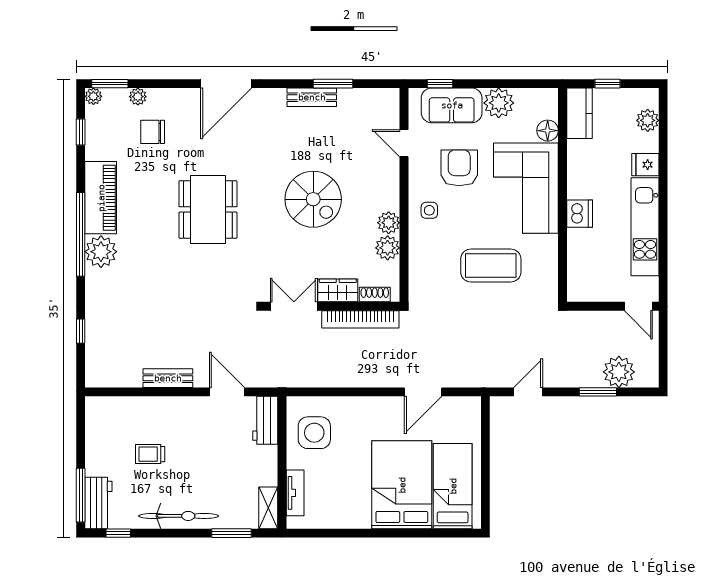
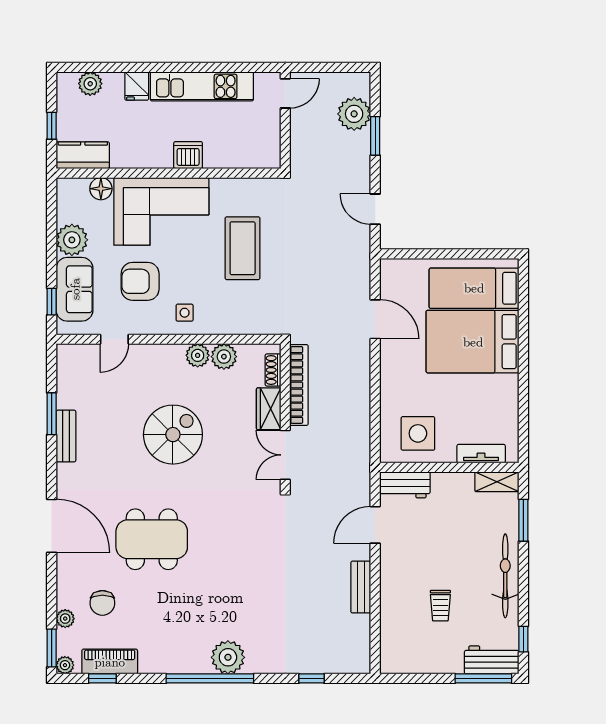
piano: (101, 198) -> (110, 662), moved, width x0.73, depth x0.75
dining table: (208, 209) -> (152, 539), moved

